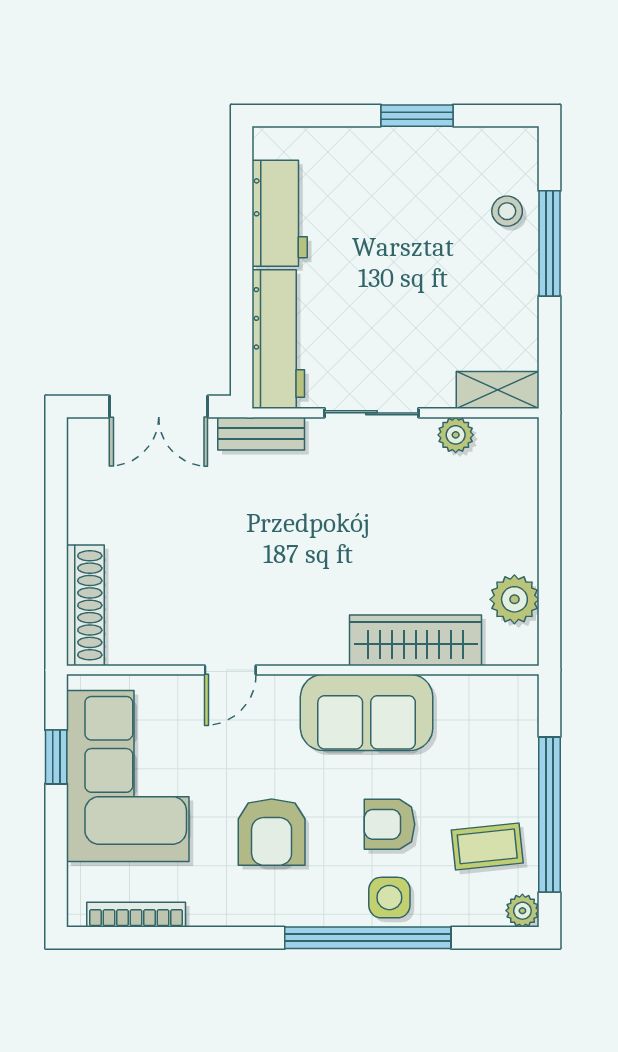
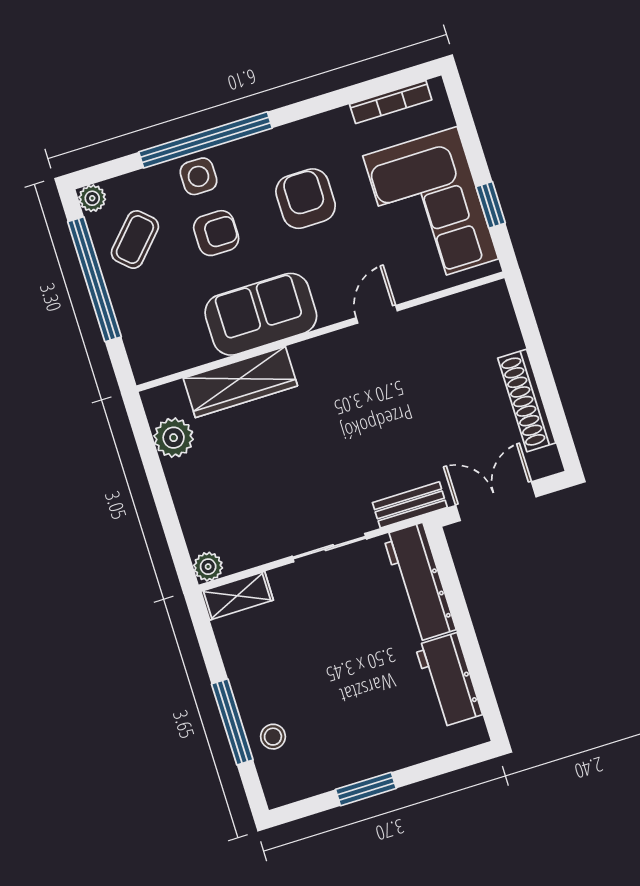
plant: (456, 435) -> (208, 567), moved
shoe rack: (85, 605) -> (527, 400), moved
coffee table: (487, 846) -> (135, 240), turned -41

